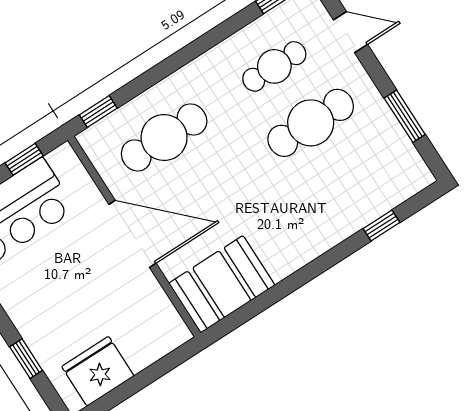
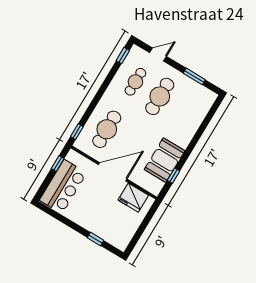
window: (382, 226) -> (174, 176), moved
booth: (222, 284) -> (165, 160), moved
fridge: (98, 371) -> (133, 198), moved, turned -90

